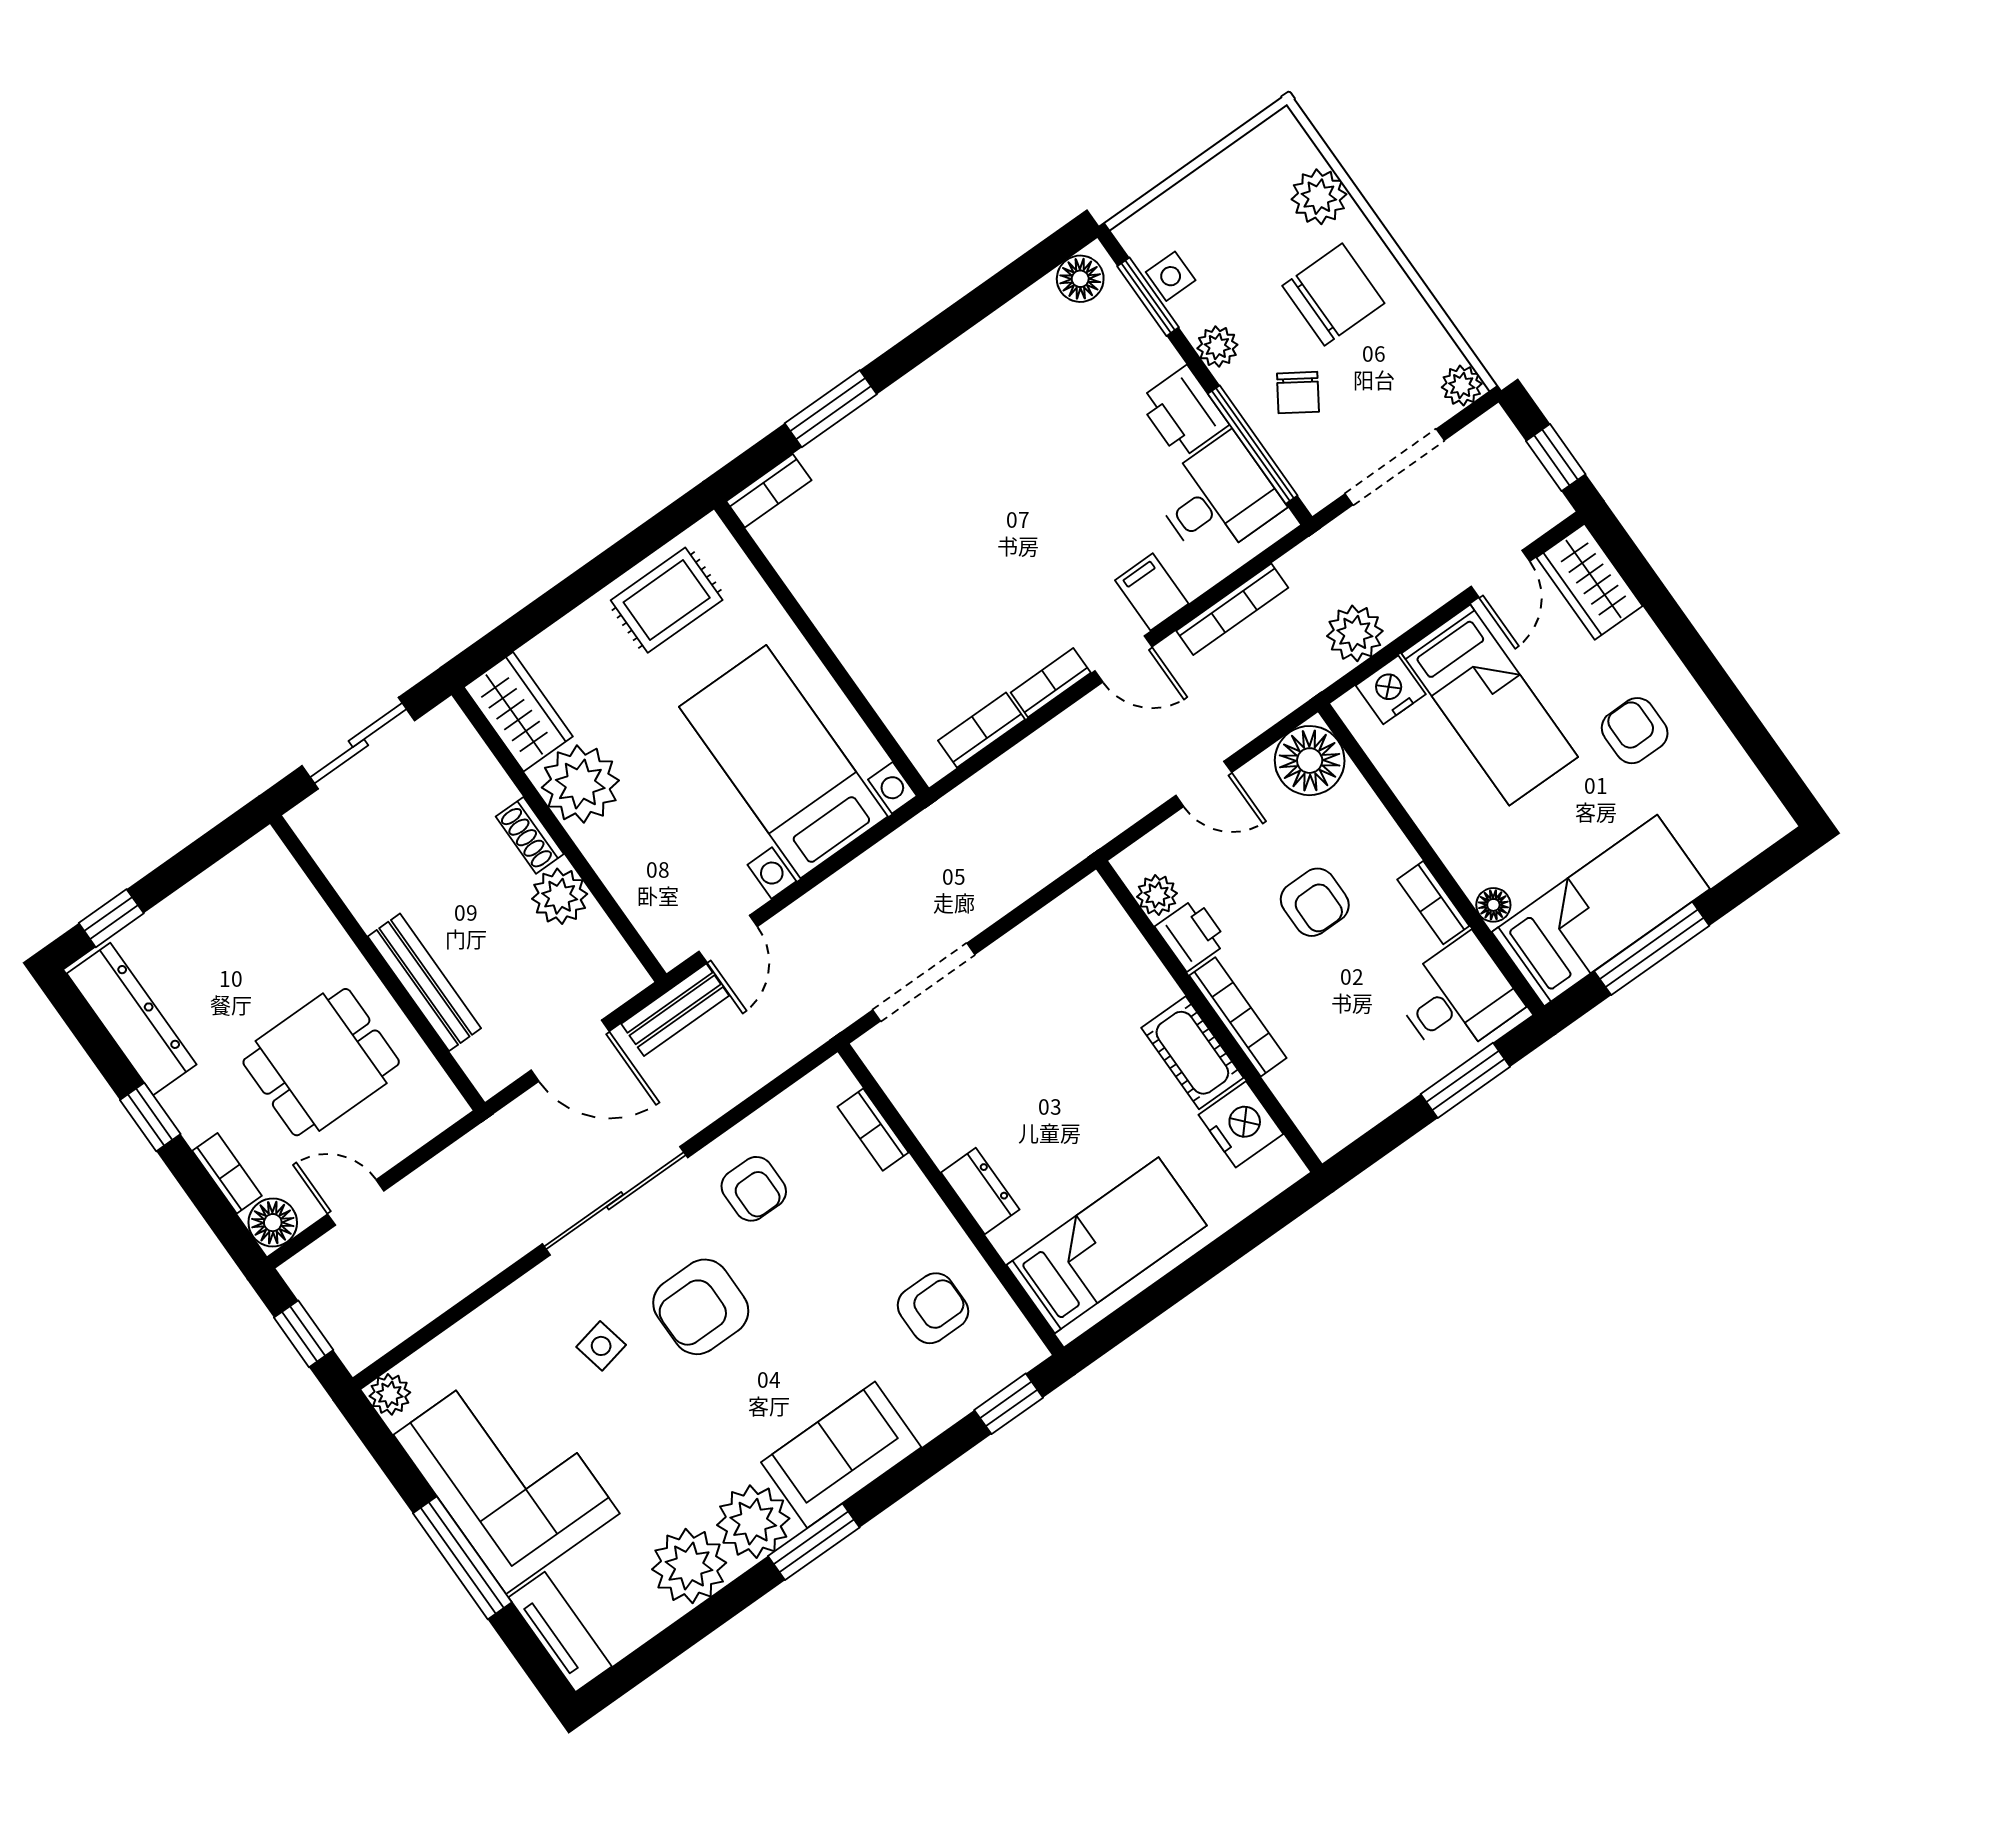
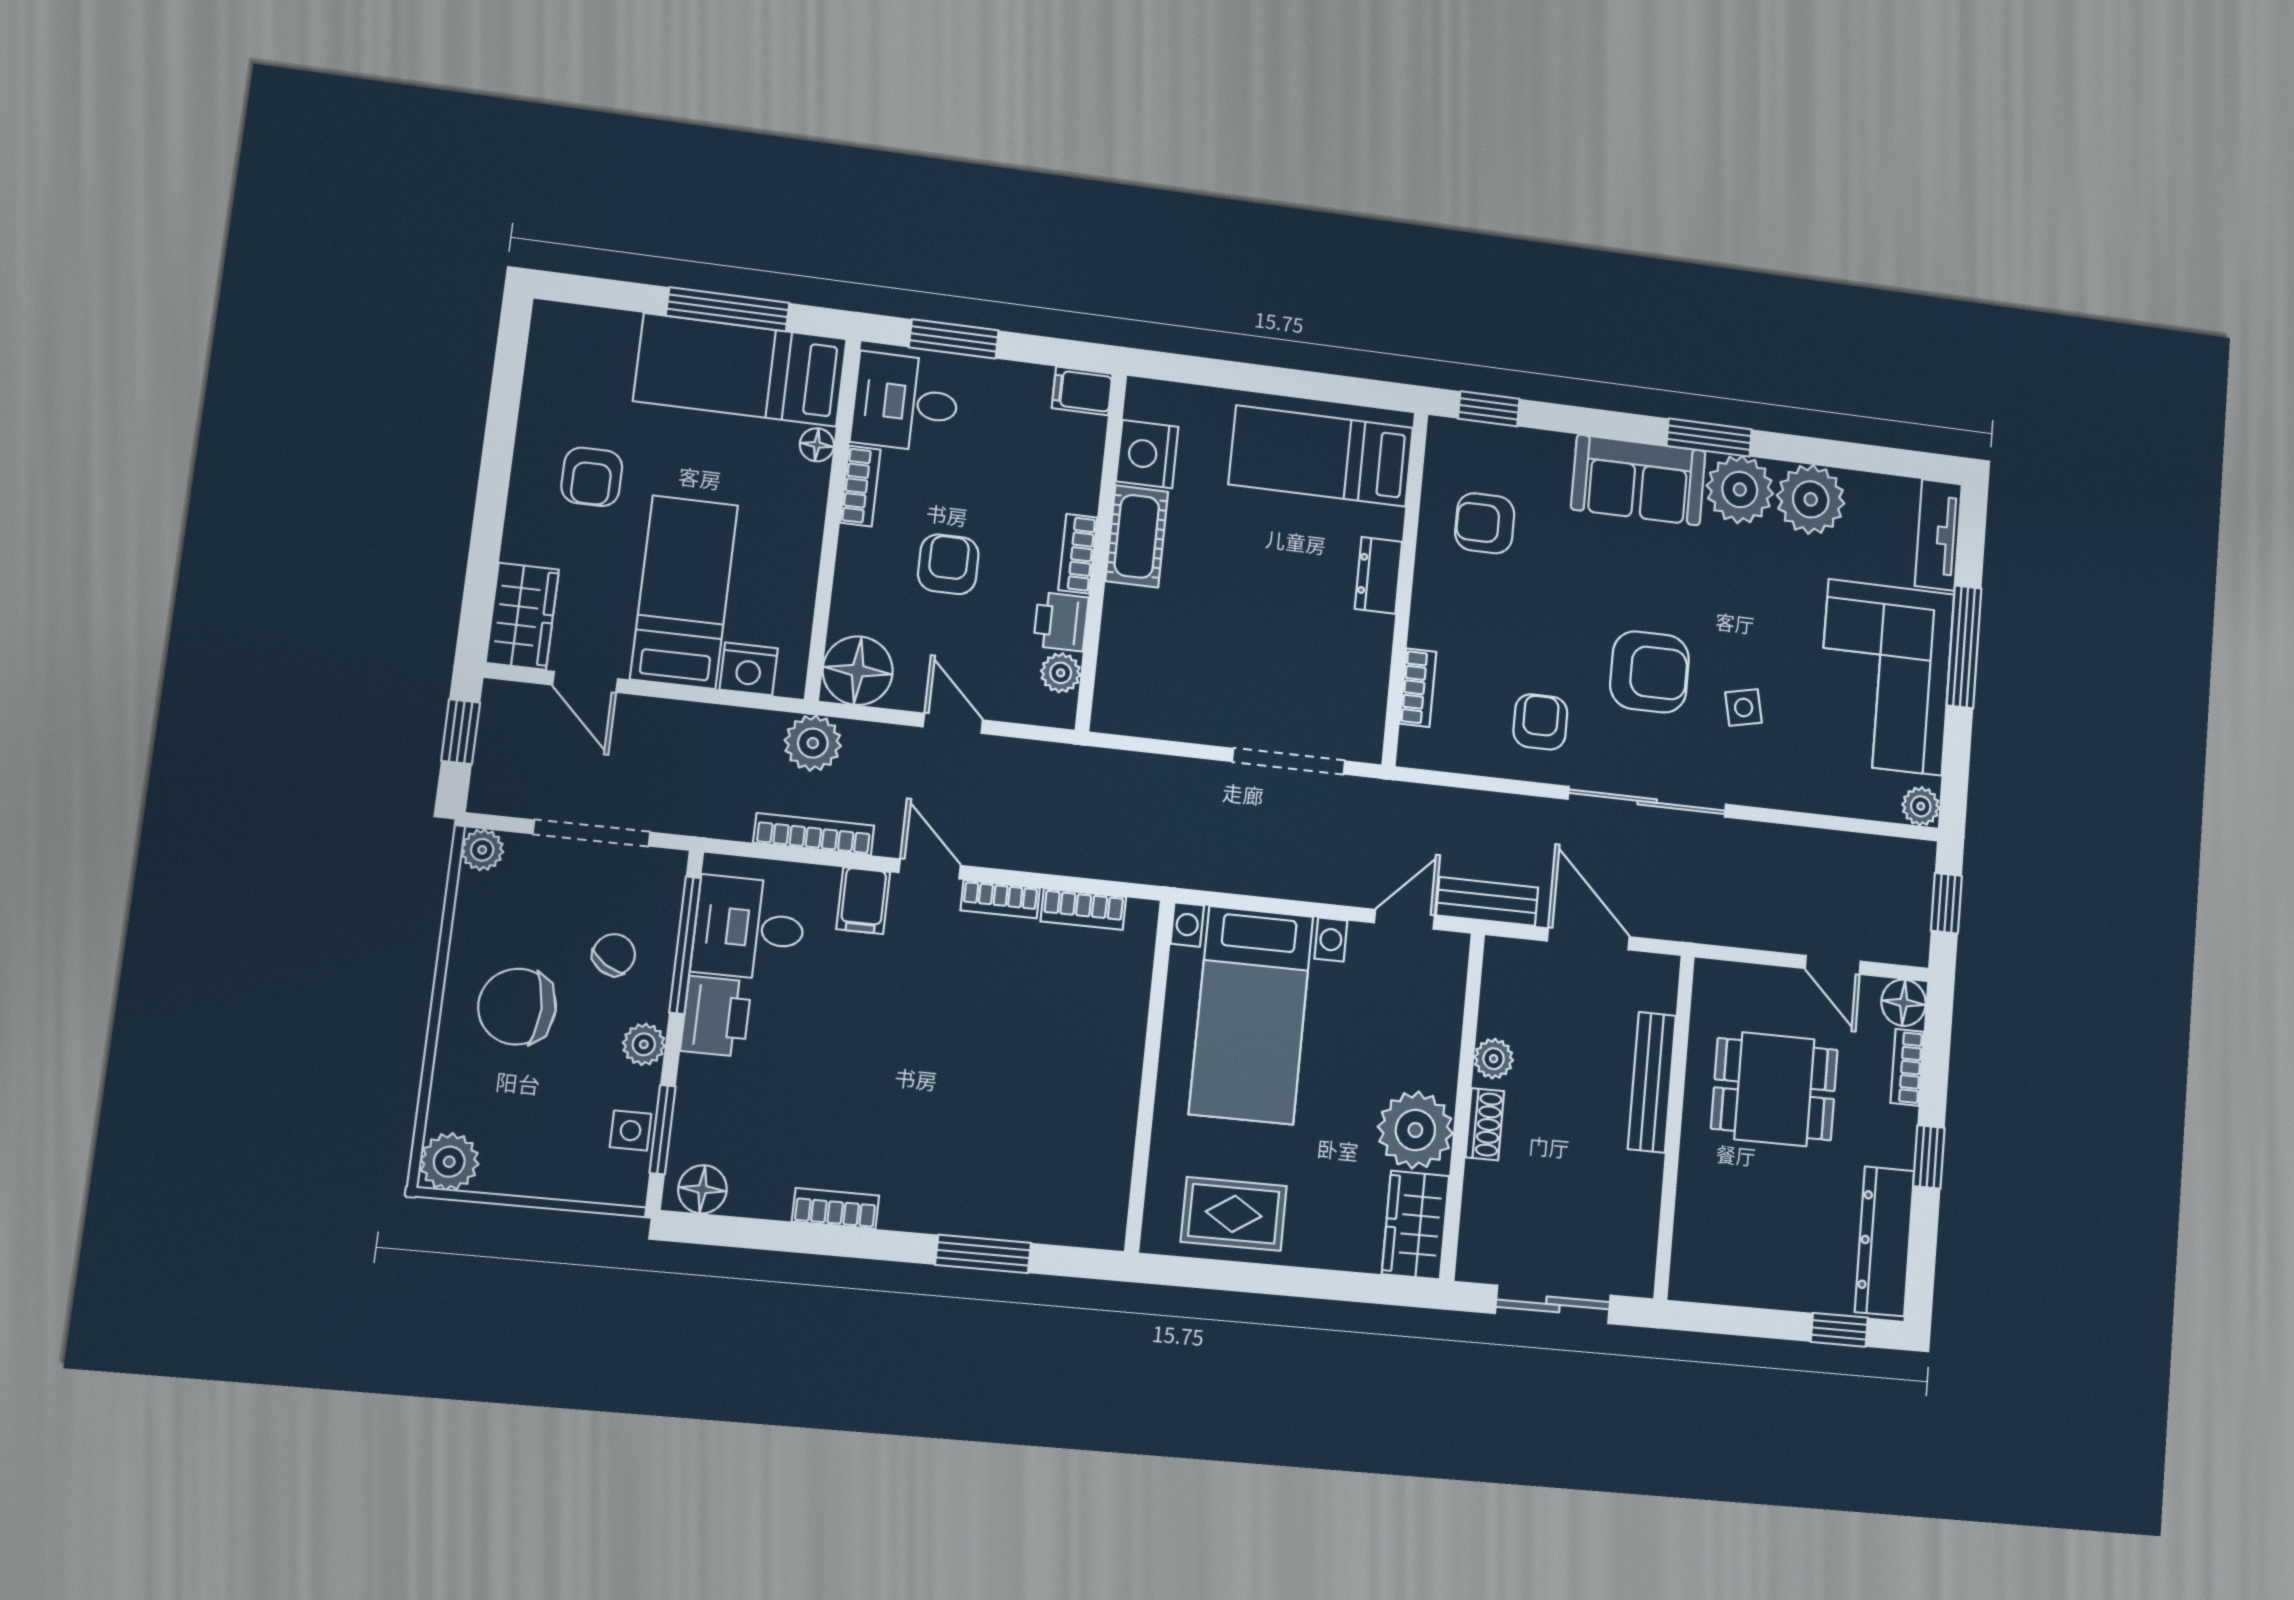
plant: (1319, 197) -> (449, 1162), moved
bookcase: (769, 491) -> (835, 1209), moved
door: (1500, 574) -> (585, 682), swing flipped
plant: (1355, 633) -> (813, 743), moved
plant: (560, 896) -> (1494, 1059), width x0.73, depth x0.73
bookcase: (1238, 1017) -> (1078, 554), width x0.64
filing cabinet: (1334, 1129) -> (1082, 391), added

